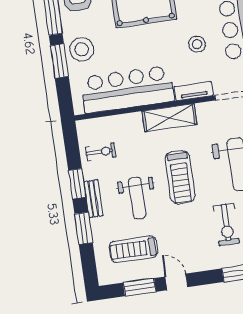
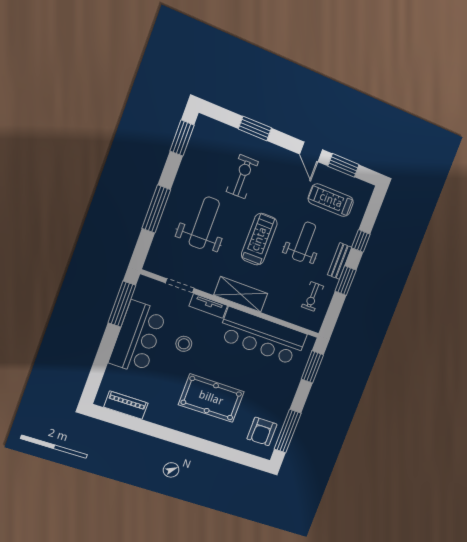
stool: (82, 49) -> (281, 388), removed
window: (59, 61) -> (312, 367), moved
exercise bike: (101, 152) -> (312, 296), turned -90
window: (84, 228) -> (361, 241), width x0.67
treadmill: (134, 249) -> (331, 200), turned 180

